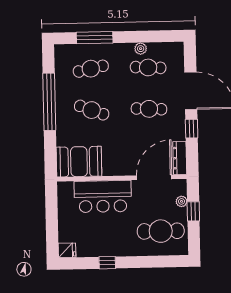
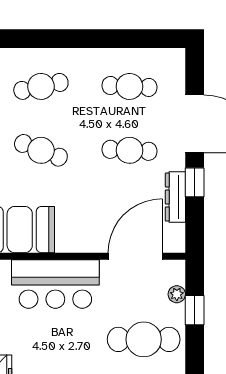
window: (95, 38) -> (48, 39), removed
plant: (141, 49) -> (119, 57), removed
dresser: (180, 158) -> (175, 197), moved

